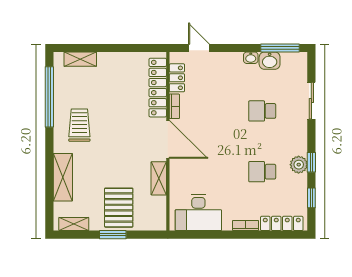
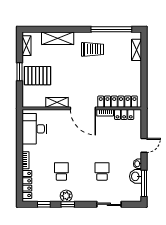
door: (199, 48) -> (144, 145), moved
door: (168, 139) -> (83, 108), hinge flipped

